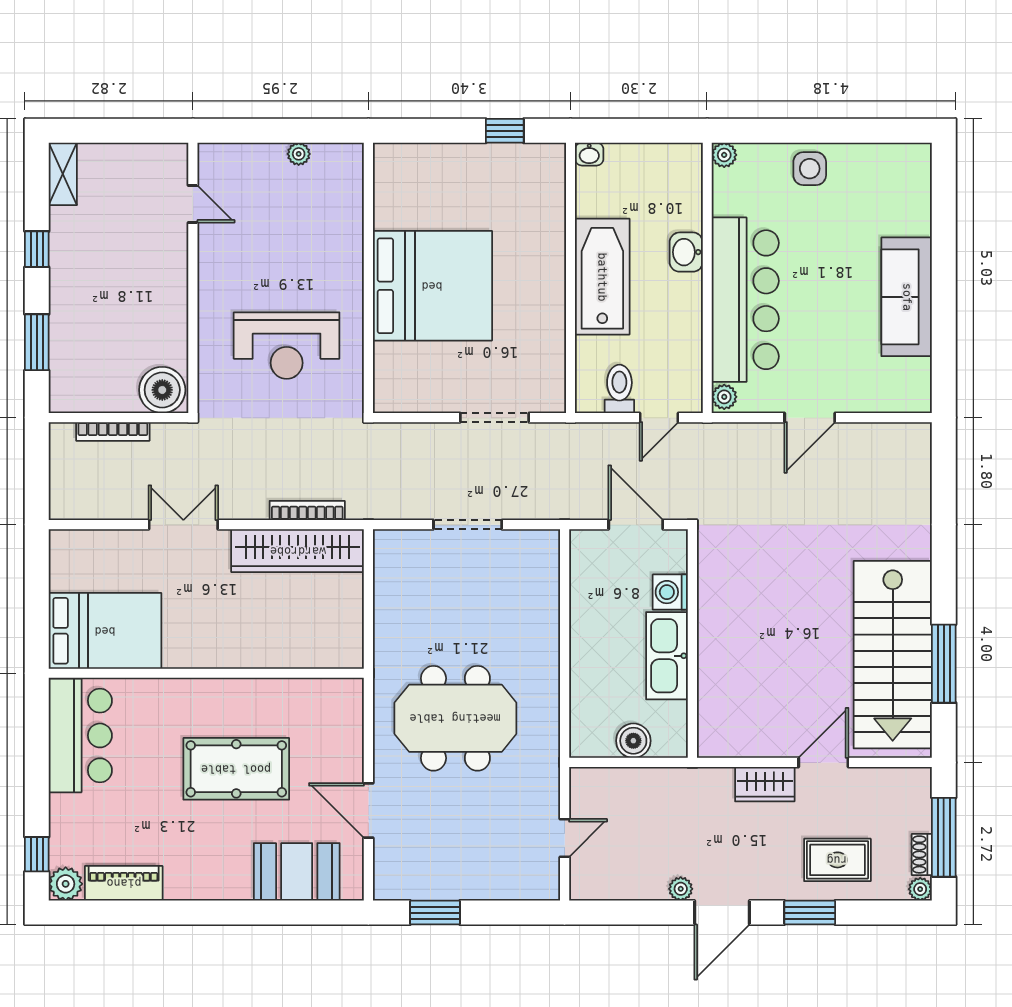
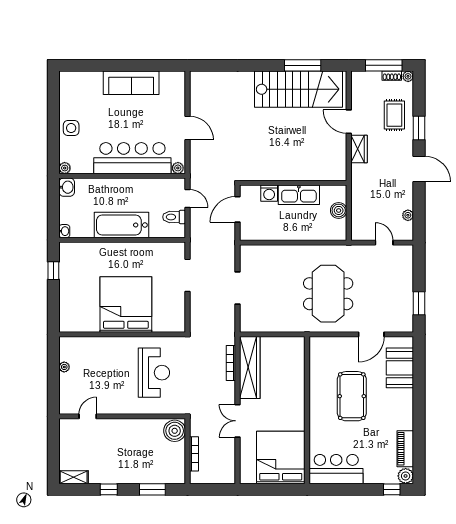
washbasin: (686, 252) -> (67, 187), moved, turned -90
bed: (105, 631) -> (281, 458), width x1.36
plant: (681, 889) -> (408, 215), moved

